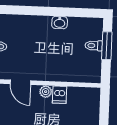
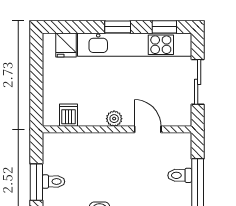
dishwasher: (59, 95) -> (68, 115), moved

